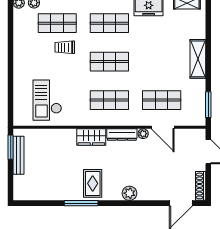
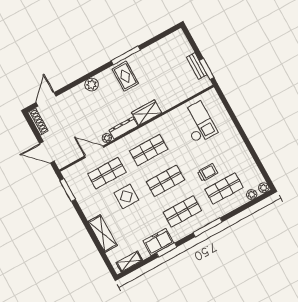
shelving: (198, 59) -> (103, 234), moved
display table: (155, 67) -> (126, 196), added
bench: (19, 155) -> (197, 66), width x0.73

